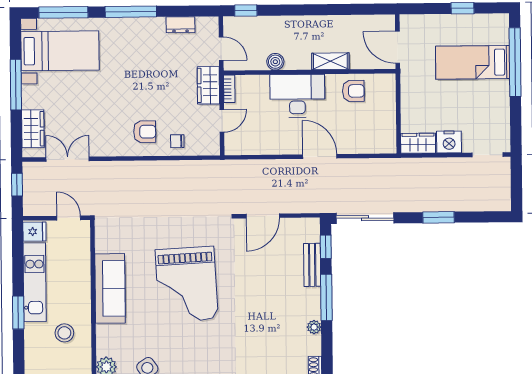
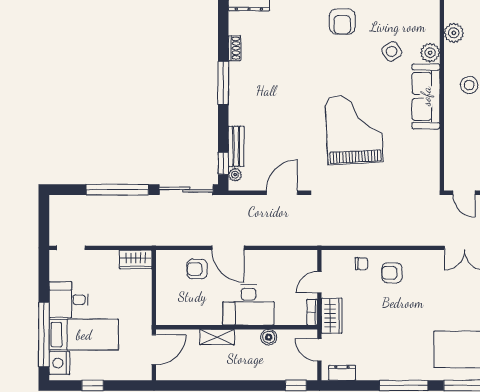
dresser: (180, 25) -> (342, 373), moved
door: (398, 47) -> (154, 350), hinge flipped
armchair: (353, 91) -> (197, 269), moved
desk: (489, 99) -> (68, 300), added
nightstand: (449, 142) -> (59, 363), moved, turned -90
window: (438, 217) -> (117, 190), width x2.11
sofa: (110, 288) -> (426, 96), moved
window: (326, 297) -> (223, 83), moved
plant: (314, 327) -> (235, 175), moved

